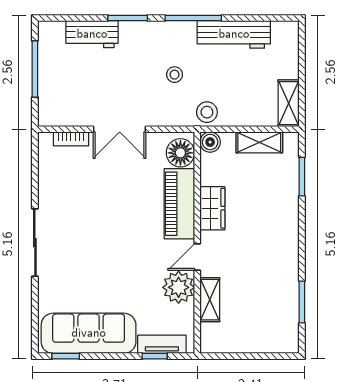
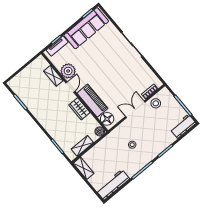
workbench: (92, 34) -> (183, 126), moved
workbench: (234, 34) -> (113, 185), moved
stool: (207, 112) -> (156, 103), moved

